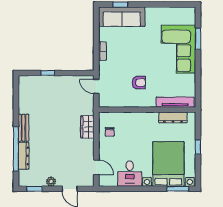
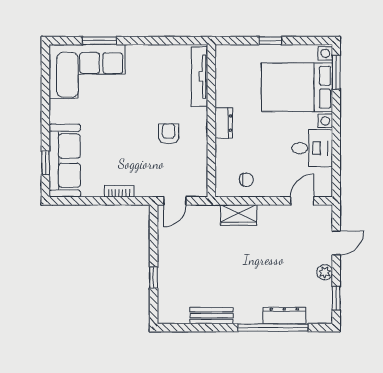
corner sofa: (178, 49) -> (87, 71), moved
dresser: (173, 117) -> (224, 123), moved, width x0.70
bench: (24, 128) -> (212, 316), moved

